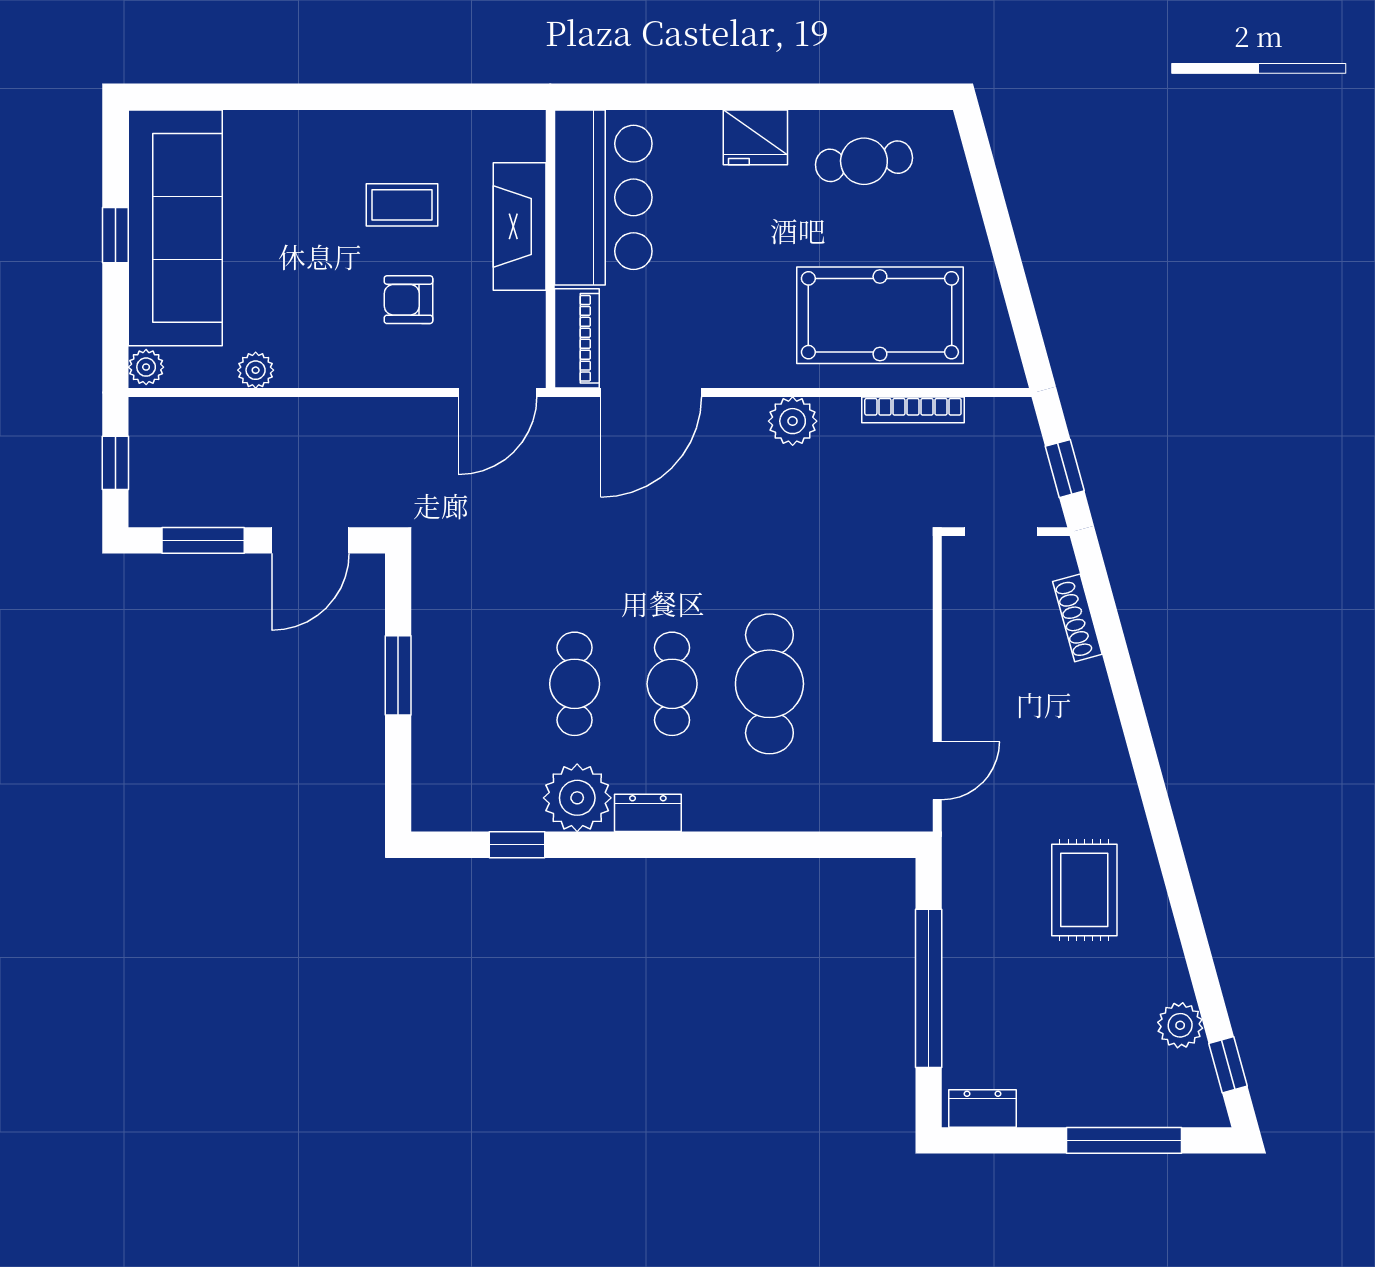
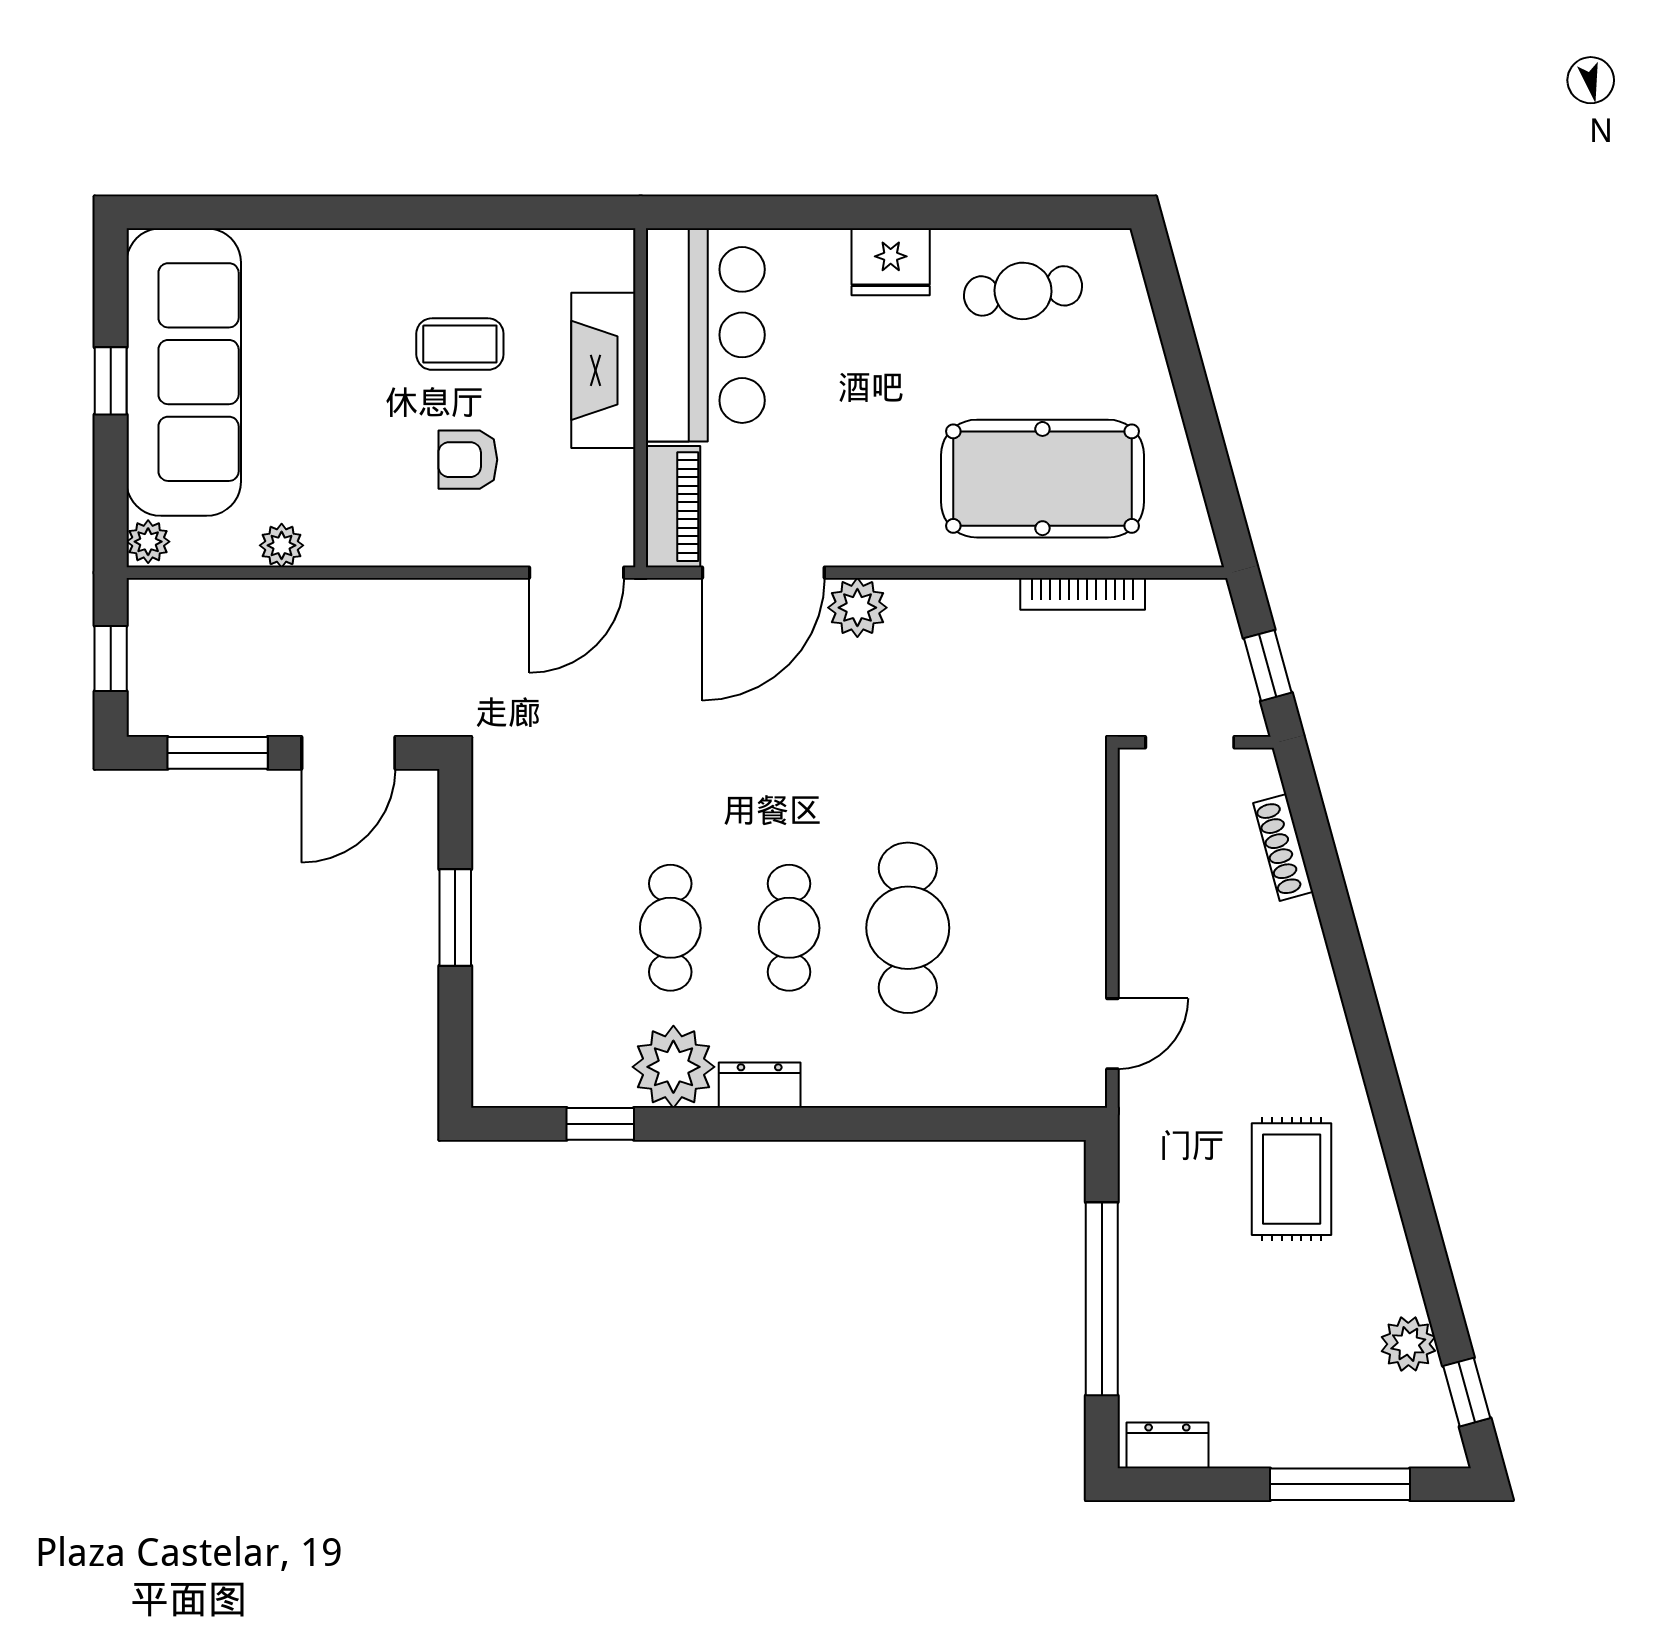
plant: (793, 421) -> (857, 608), moved

